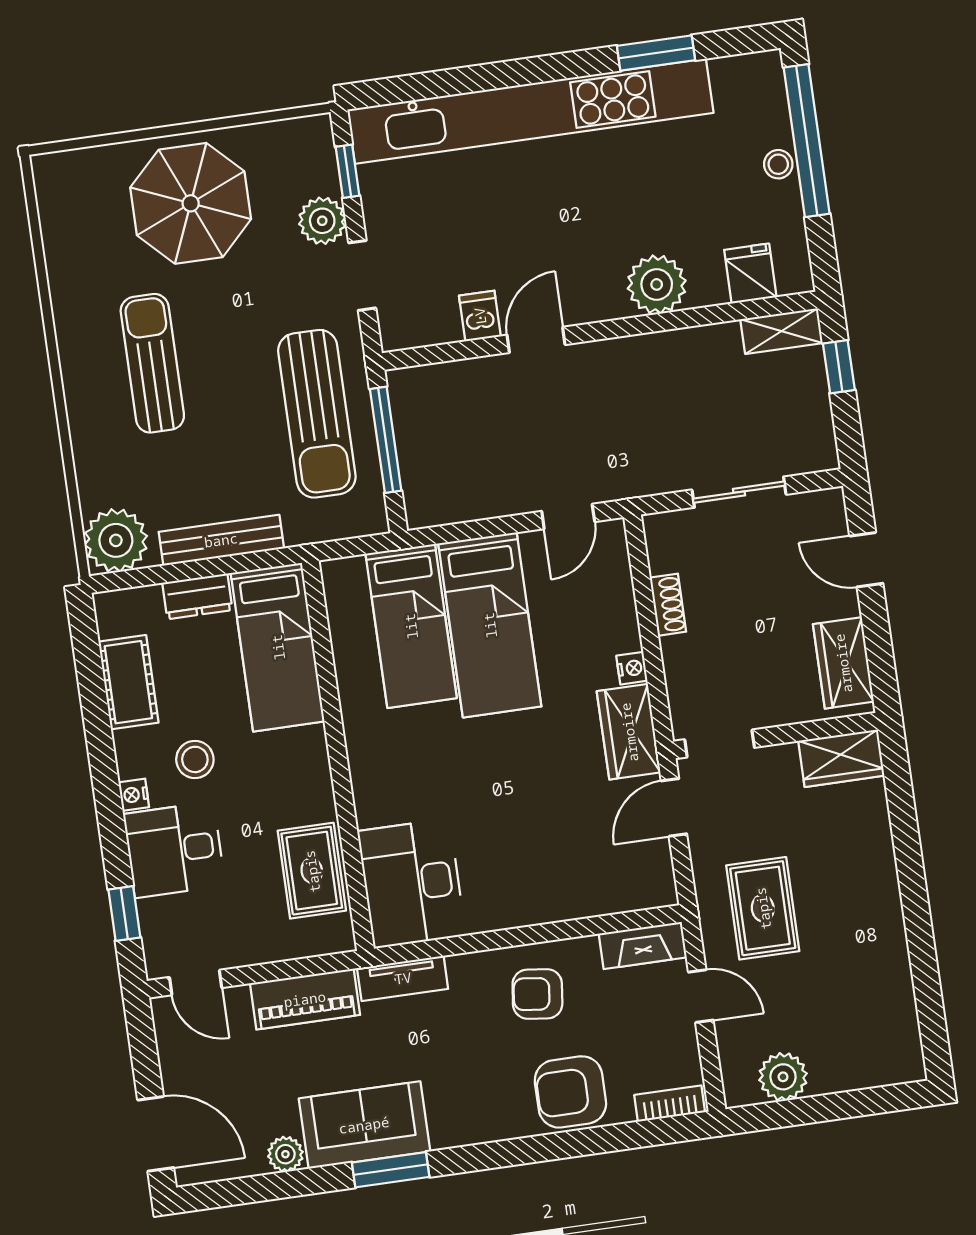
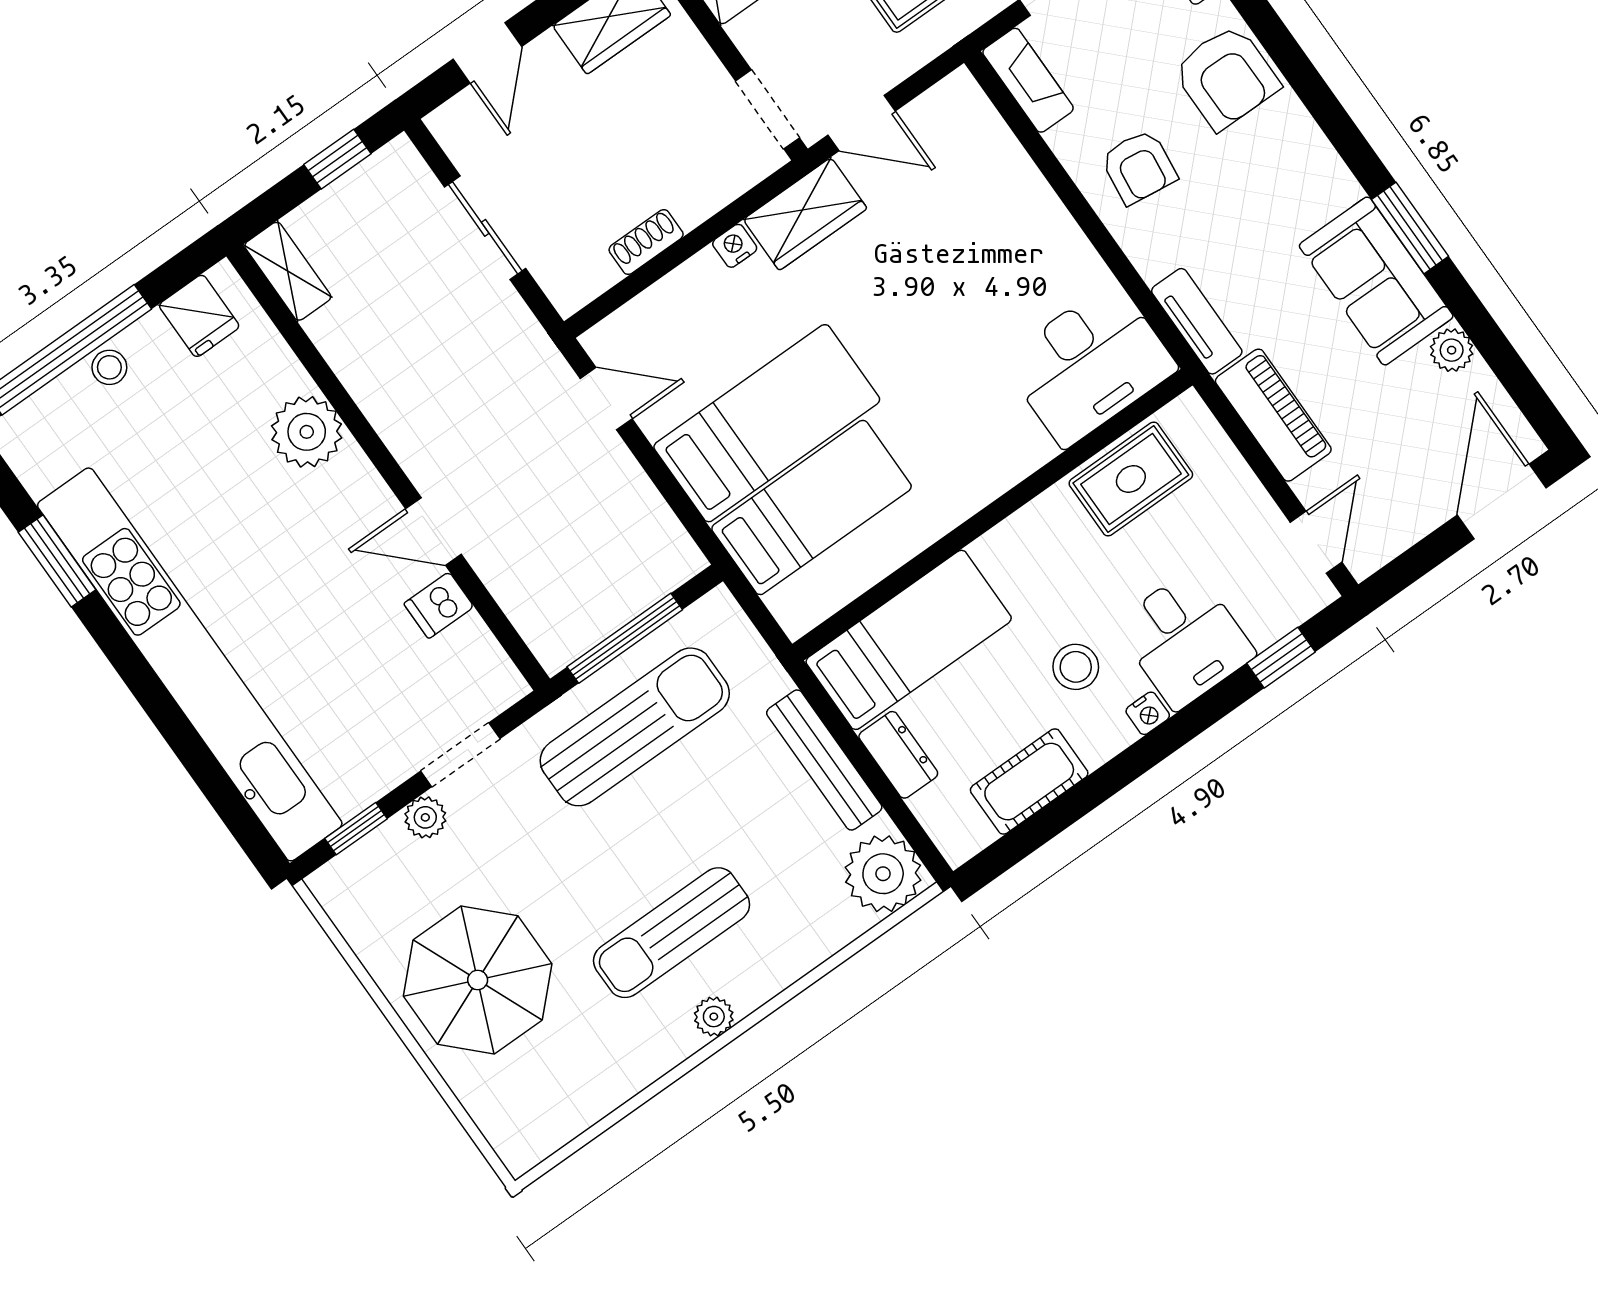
plant: (322, 221) -> (425, 817), width x0.73, depth x0.73
fridge: (750, 273) -> (199, 316), moved, turned -90
plant: (75, 363) -> (714, 1017), added
window: (839, 367) -> (337, 159), moved

